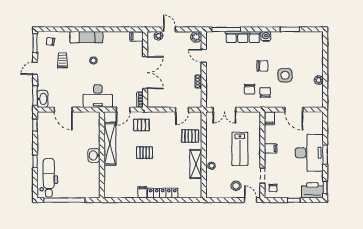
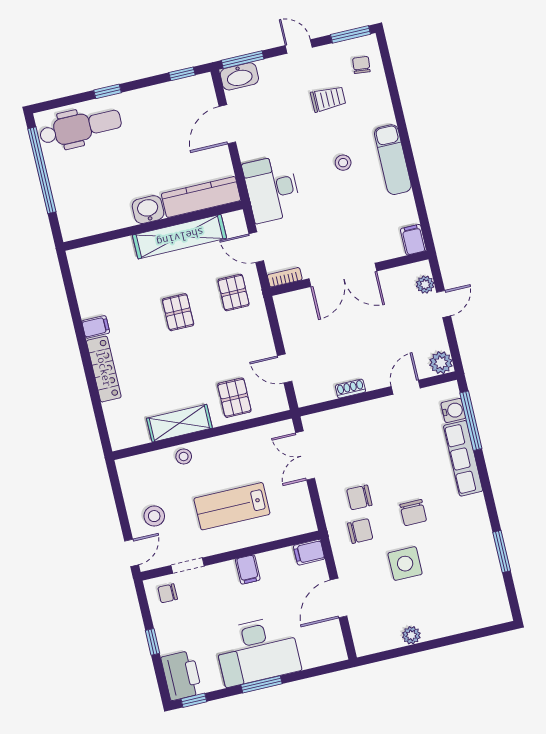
water cooler: (266, 36) -> (453, 411), moved
exam couch: (86, 37) -> (393, 160), moved
kitchen counter: (94, 130) -> (201, 197), added

